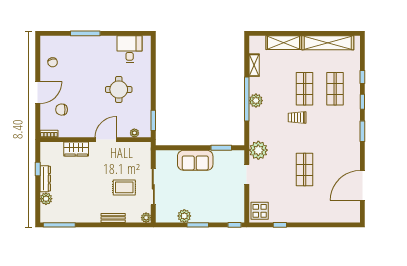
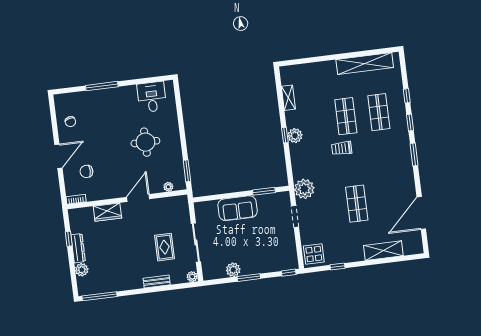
shelving: (284, 43) -> (383, 251), moved
window: (247, 99) -> (285, 135), width x0.32
rug: (124, 187) -> (165, 247), turned 90

